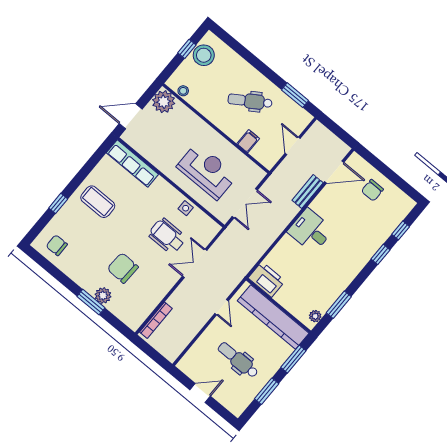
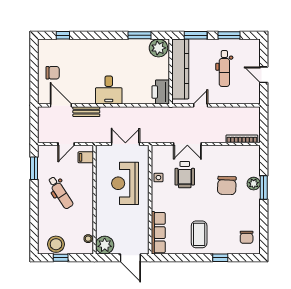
filing cabinet: (248, 141) -> (86, 157), moved
window: (381, 254) -> (88, 35), removed
plant: (315, 316) -> (158, 48), width x1.87, depth x1.87

